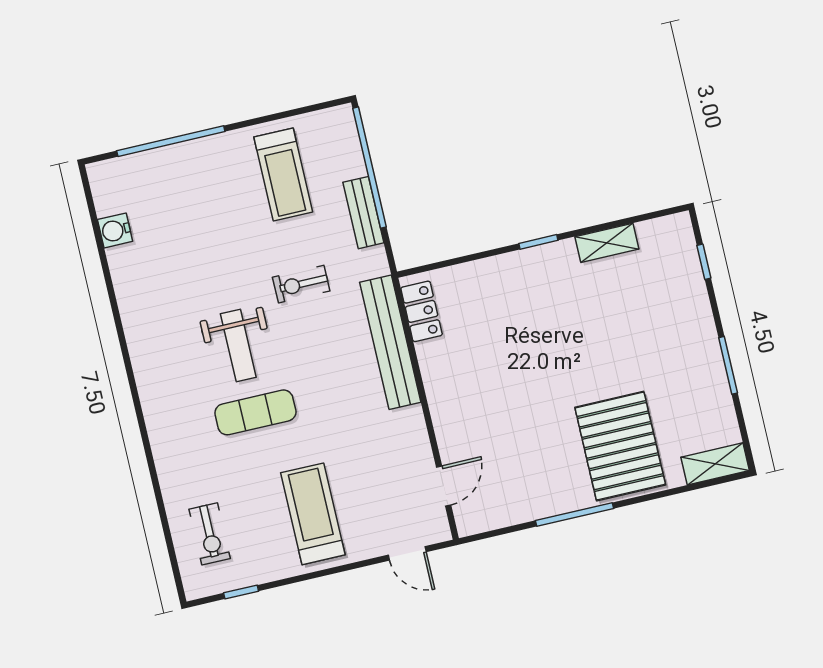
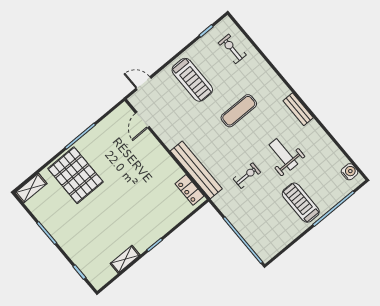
treadmill: (283, 174) -> (301, 203), moved
bench: (363, 213) -> (298, 109), moved
water cooler: (115, 230) -> (349, 172), moved
weight bench: (238, 345) -> (283, 154), moved

